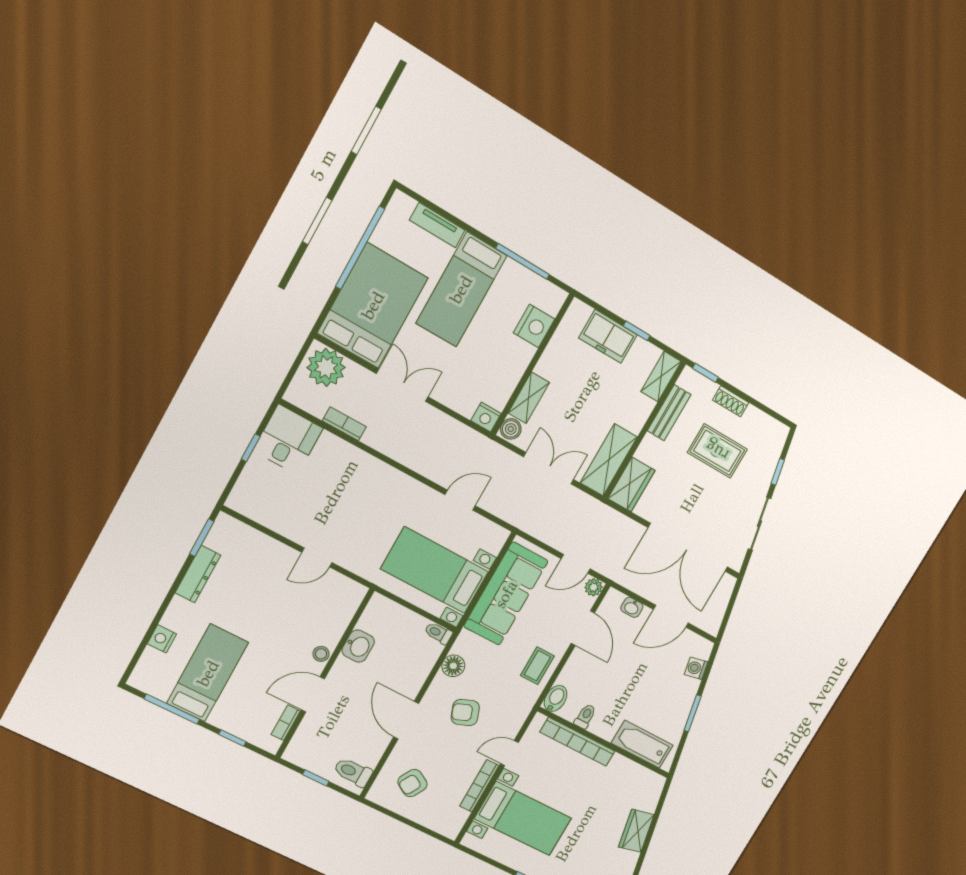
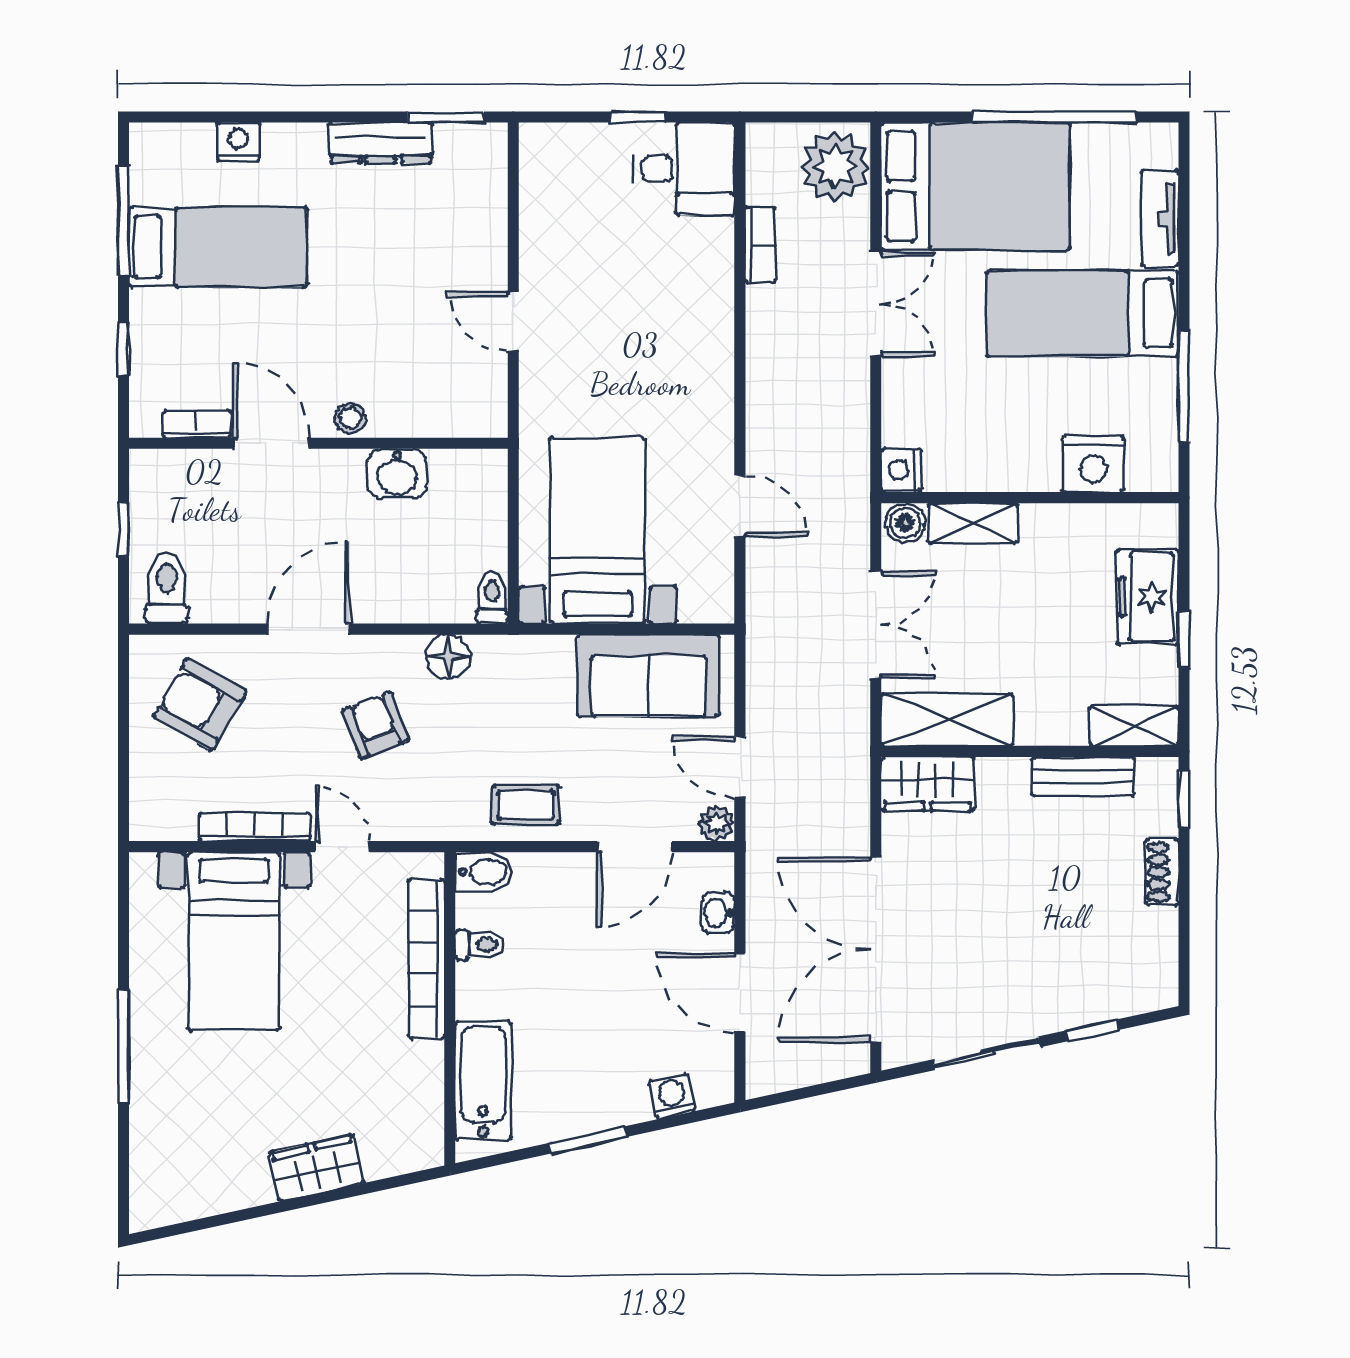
rug: (717, 451) -> (1067, 900), removed
sofa: (506, 594) -> (648, 676), width x0.73
armchair: (412, 783) -> (200, 704), width x1.38, depth x1.38

